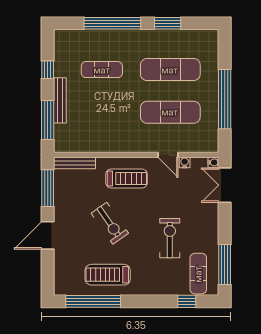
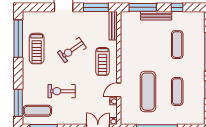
exercise mat: (170, 70) -> (177, 92), width x0.73, depth x0.69
exercise bike: (170, 238) -> (62, 91), turned 180
treadmill: (108, 275) -> (37, 49), turned 180
window: (187, 301) -> (18, 103), width x2.17

